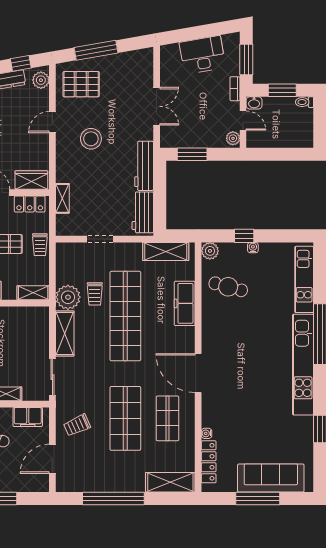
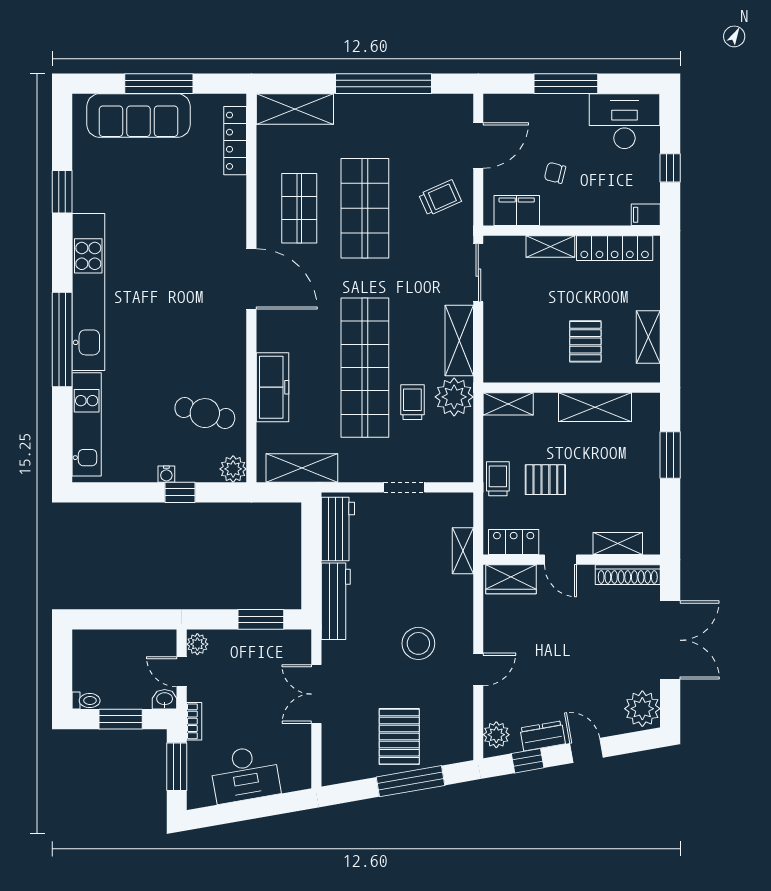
pallet: (81, 84) -> (399, 737), moved, turned 90
water cooler: (207, 433) -> (238, 185), removed

